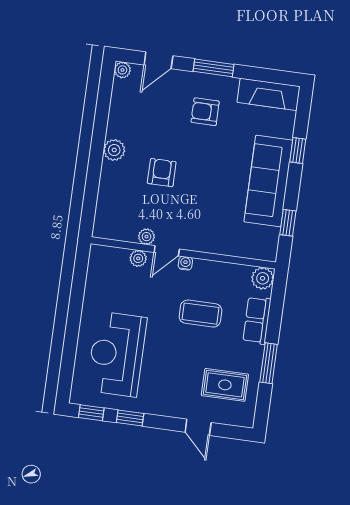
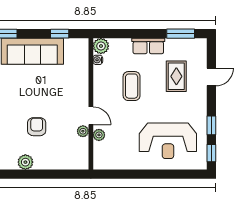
armchair: (162, 173) -> (37, 127), turned 90
water cooler: (185, 263) -> (98, 60), moved
row of seats: (257, 320) -> (148, 46), moved
window: (269, 363) -> (181, 34), moved
rug: (225, 385) -> (176, 76), moved

